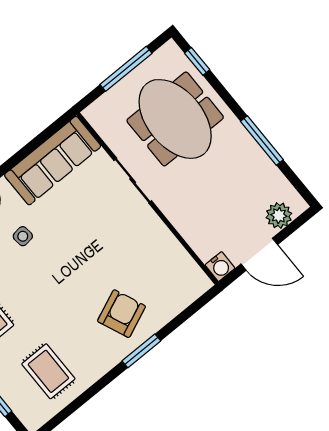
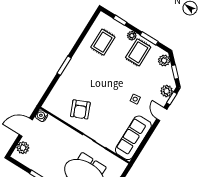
armchair: (121, 314) -> (80, 109), moved
rug: (48, 371) -> (103, 42), turned 90

